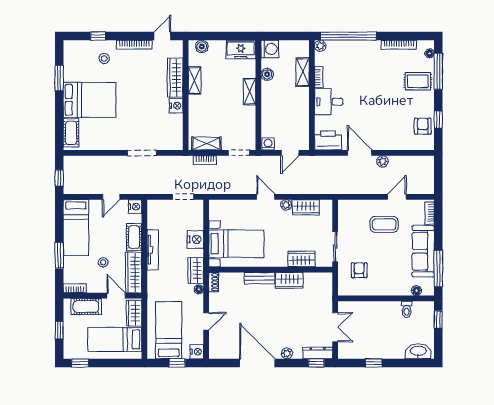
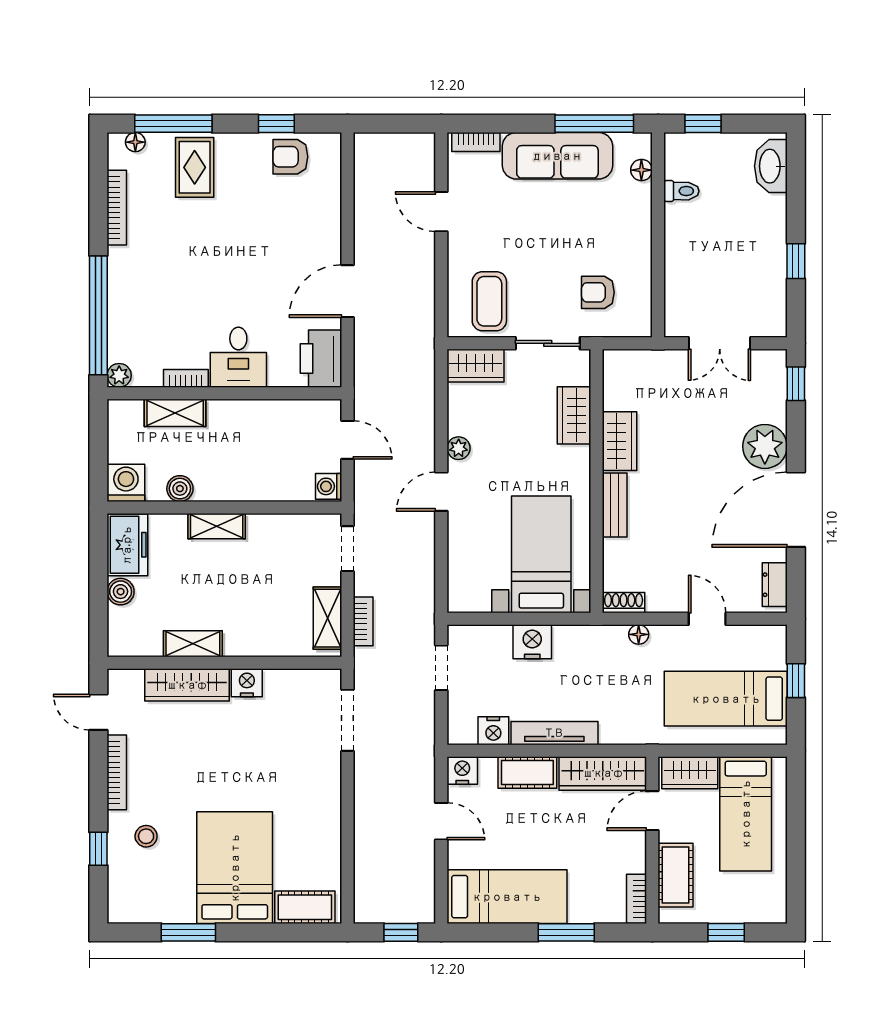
boiler: (202, 46) -> (121, 592), moved
doorway: (142, 153) -> (347, 720), moved
plant: (383, 161) -> (366, 242), removed
wardrobe: (306, 207) -> (476, 366), moved, turned 90
coffee table: (384, 224) -> (489, 301), moved
stool: (103, 262) -> (581, 838), removed
wardrobe: (196, 271) -> (599, 641), removed
double door: (335, 327) -> (720, 343), swing flipped
nightstand: (197, 352) -> (493, 731), moved, turned 180
plant: (287, 353) -> (765, 446), width x1.88, depth x1.88
dresser: (318, 353) -> (775, 585), moved, width x0.70
window: (80, 363) -> (796, 888), removed

